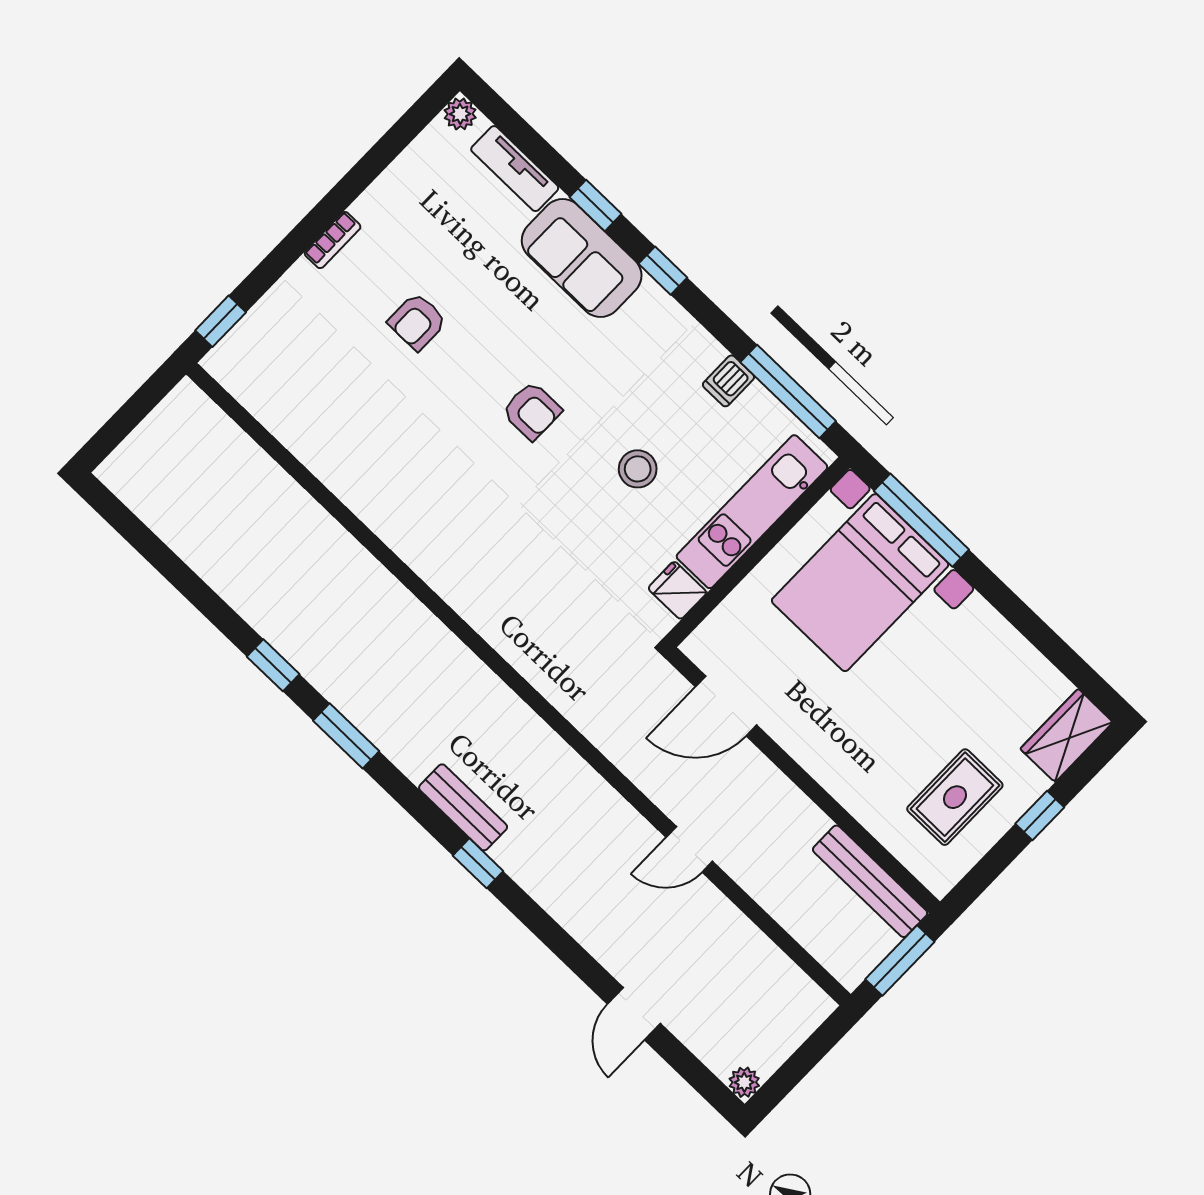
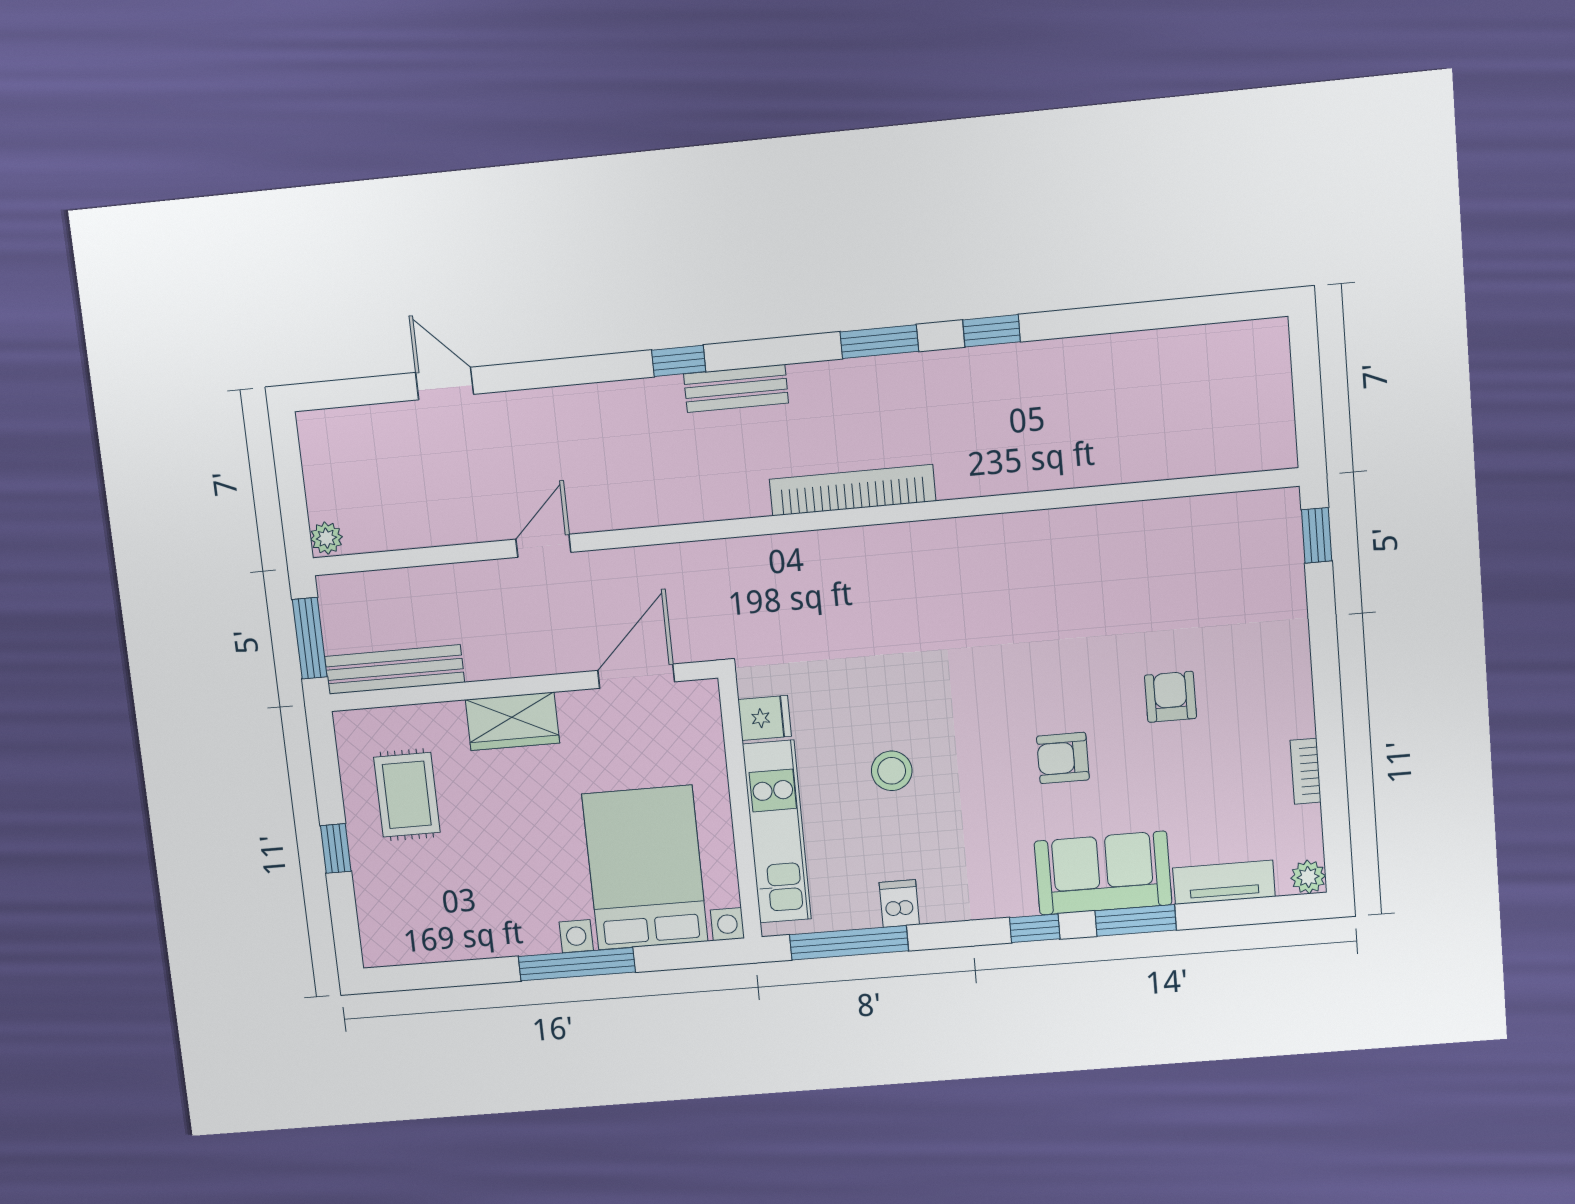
window: (595, 205) -> (1136, 920), width x1.50
bookcase: (333, 240) -> (1306, 771), moved
armchair: (532, 411) -> (1063, 758), moved
window: (921, 520) -> (577, 964), moved
bookcase: (464, 667) -> (852, 490), added
wardrobe: (1067, 735) -> (512, 721), moved, turned 90
plant: (744, 1082) -> (326, 538), moved

